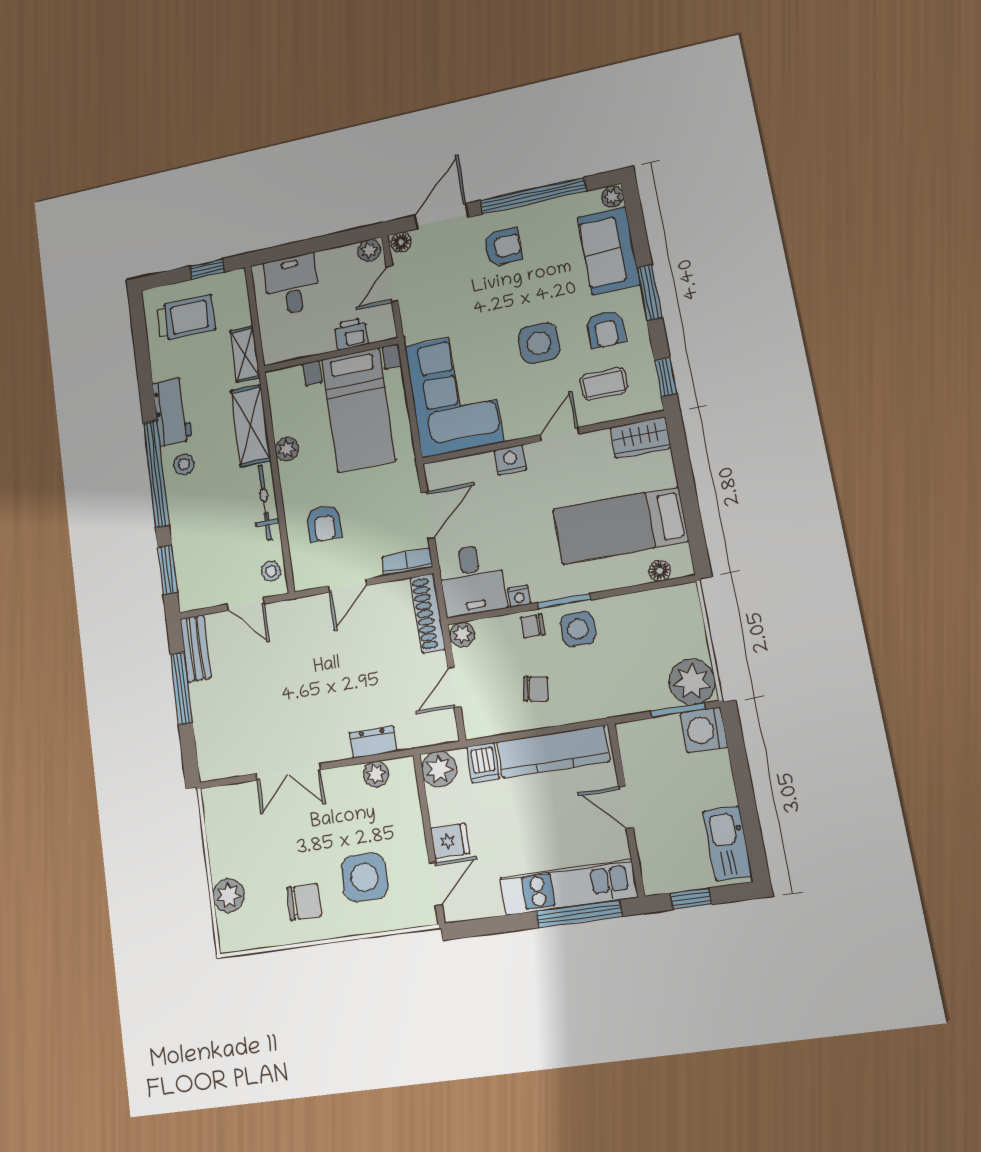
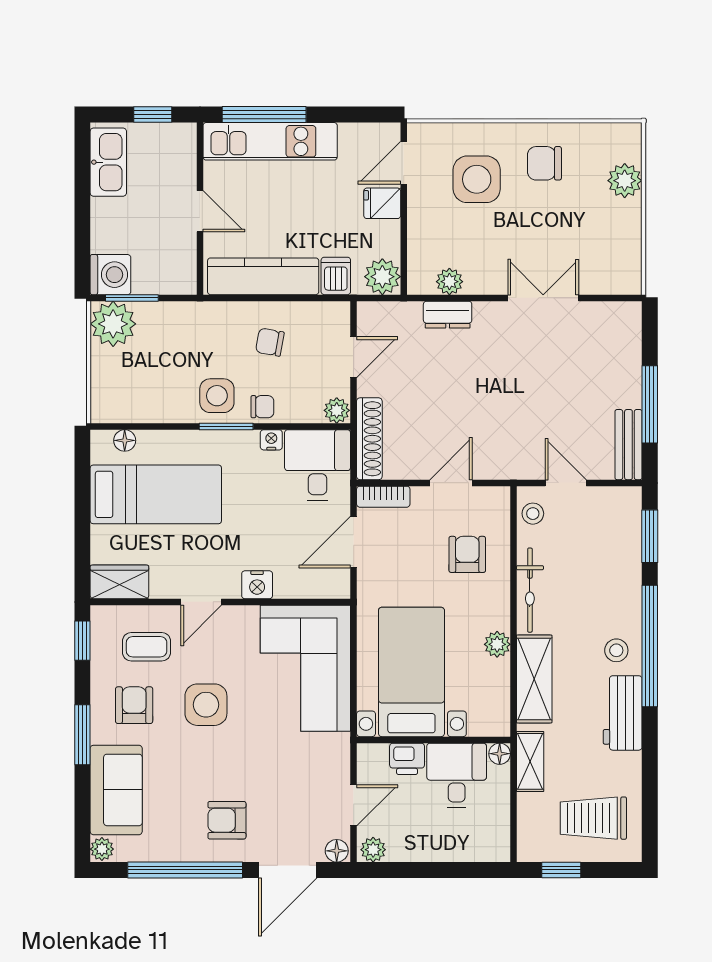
desk: (292, 284) -> (457, 775), moved, turned 180
floor lamp: (272, 355) -> (500, 754), added

